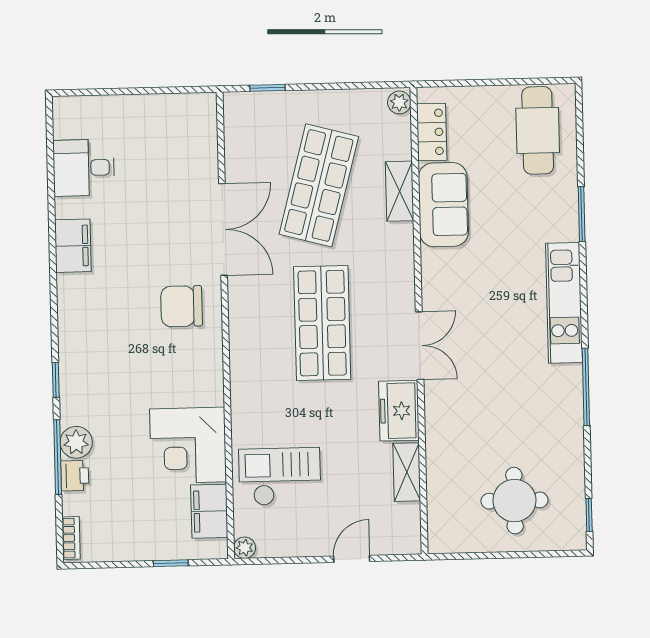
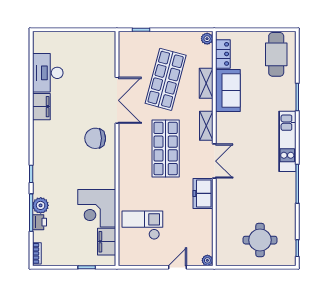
desk: (84, 168) -> (48, 73), width x1.37
shelving: (407, 472) -> (206, 126), moved
plant: (245, 548) -> (207, 260), moved

